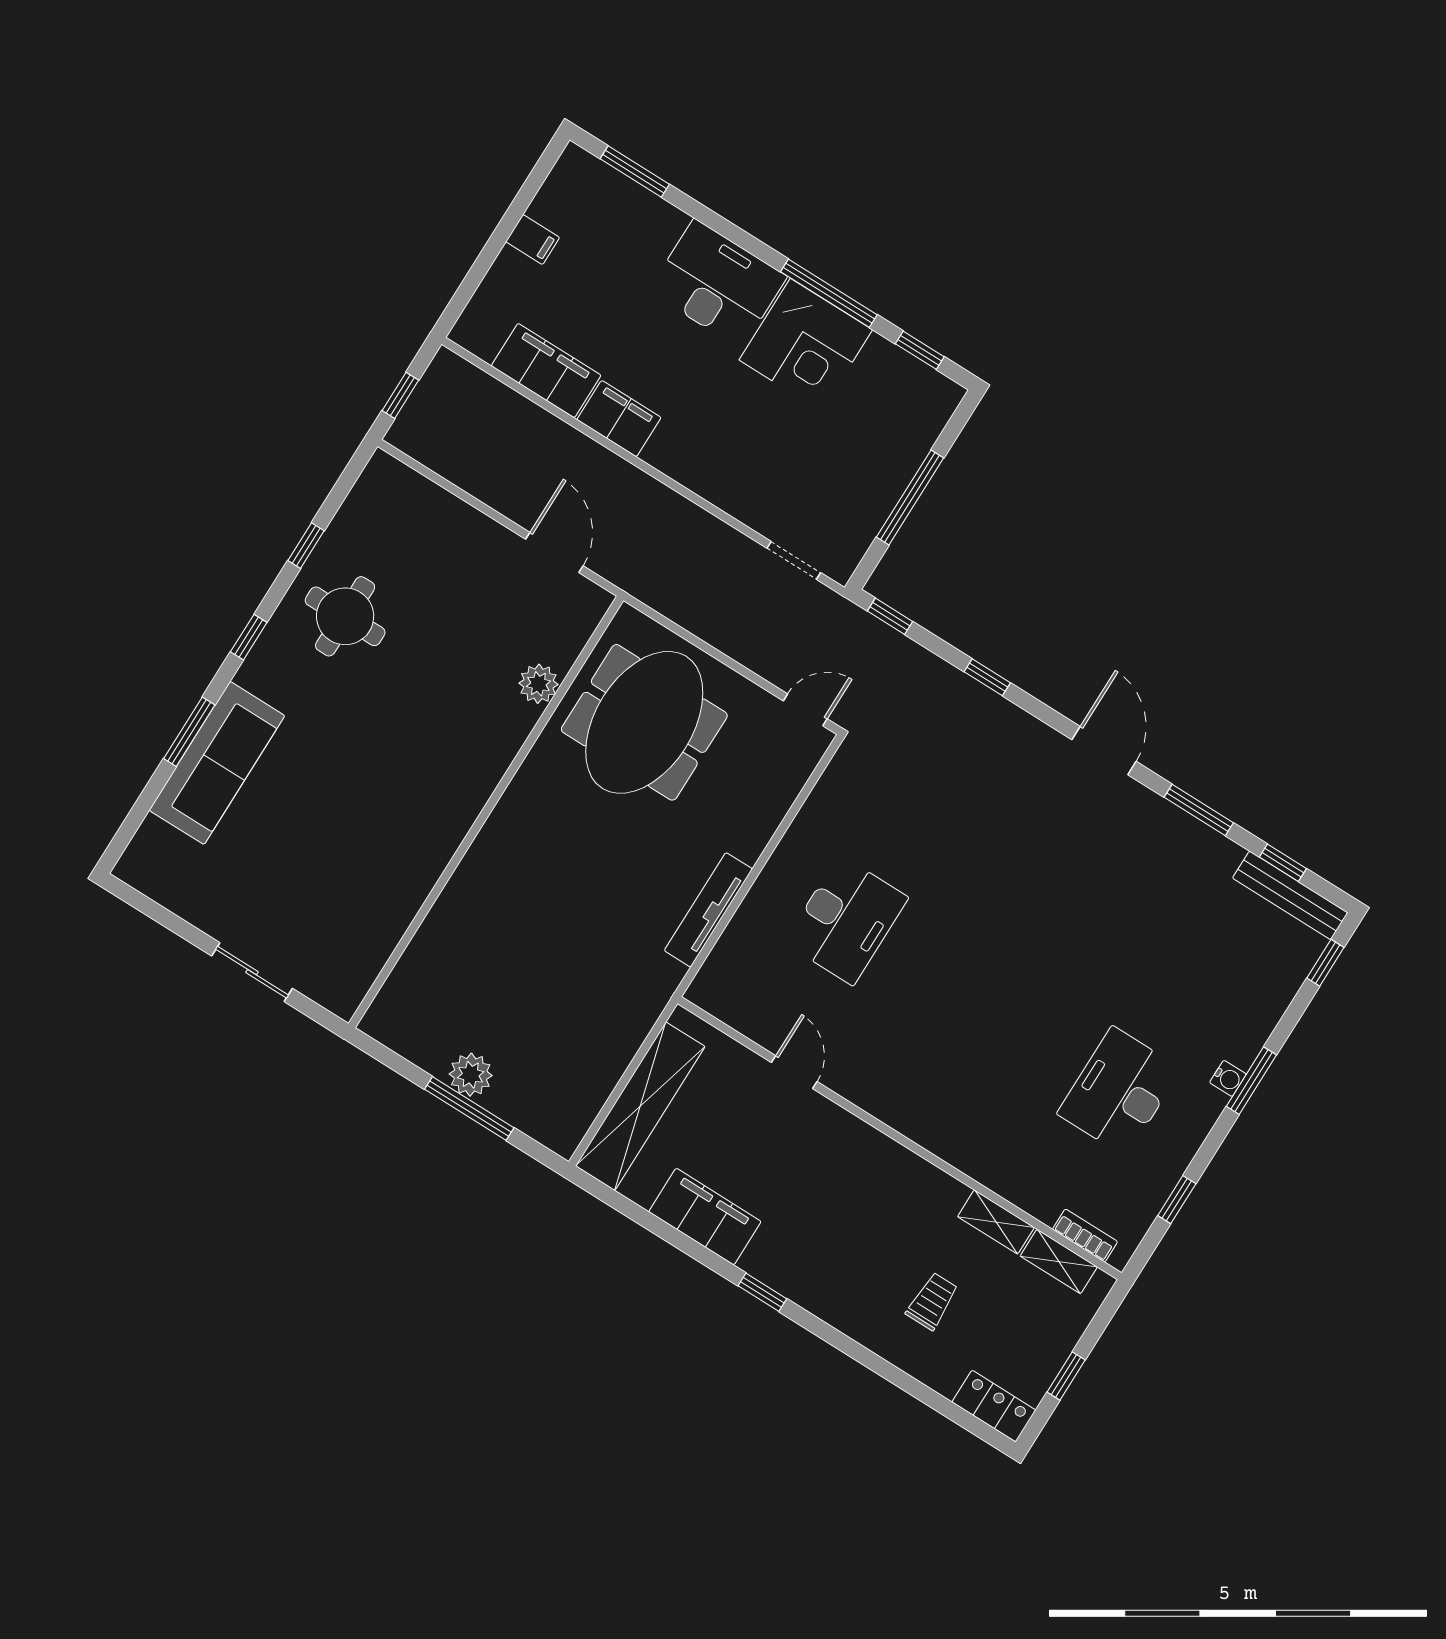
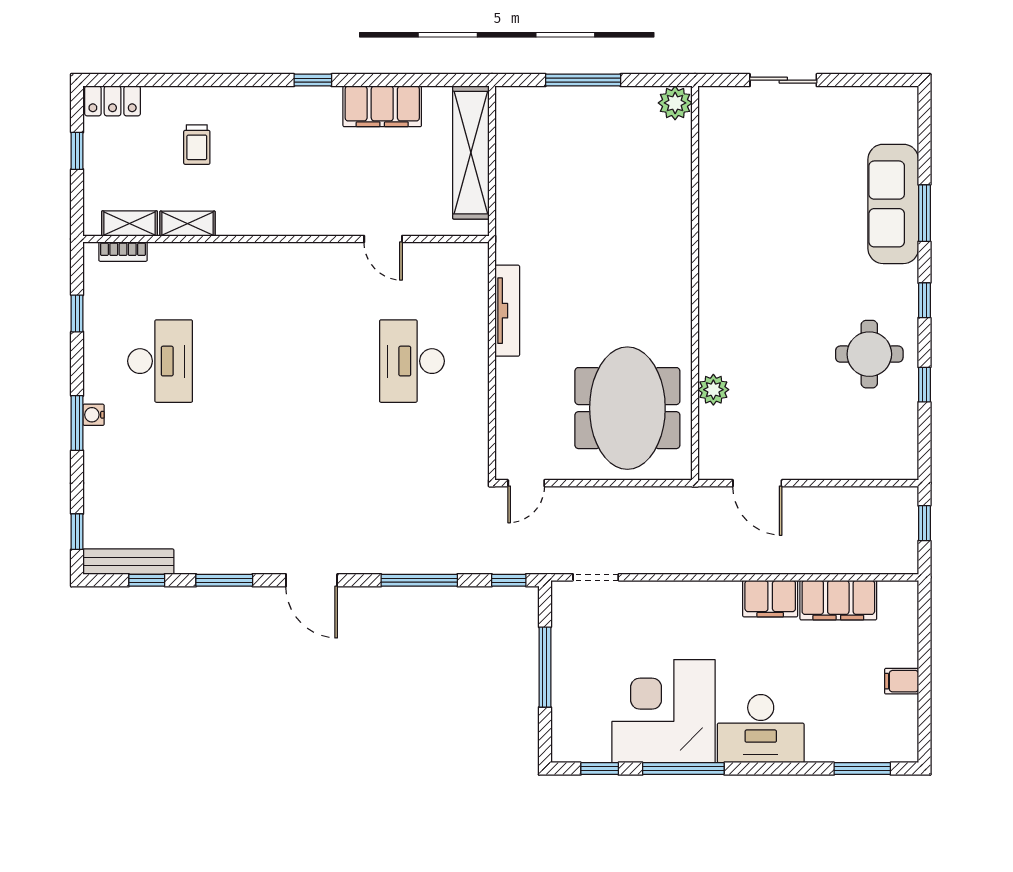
corner desk: (806, 345) -> (664, 711), width x1.36, depth x1.36
window: (987, 677) -> (419, 580), width x2.17
plant: (471, 1075) -> (675, 103), moved

